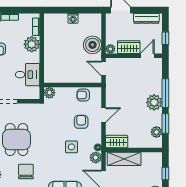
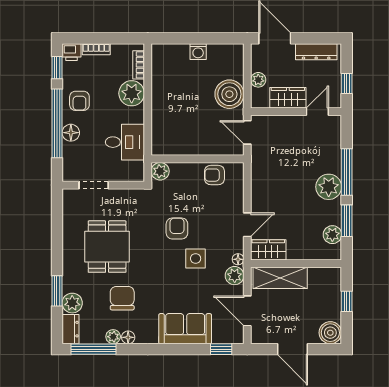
plant: (110, 49) -> (258, 80), moved
door: (104, 115) -> (247, 225), moved
armchair: (81, 122) -> (177, 228), moved

